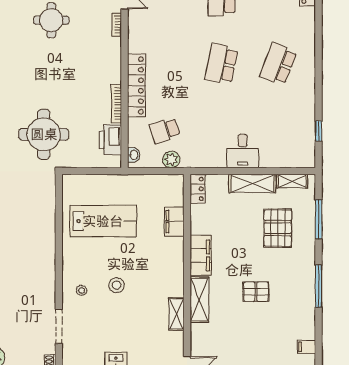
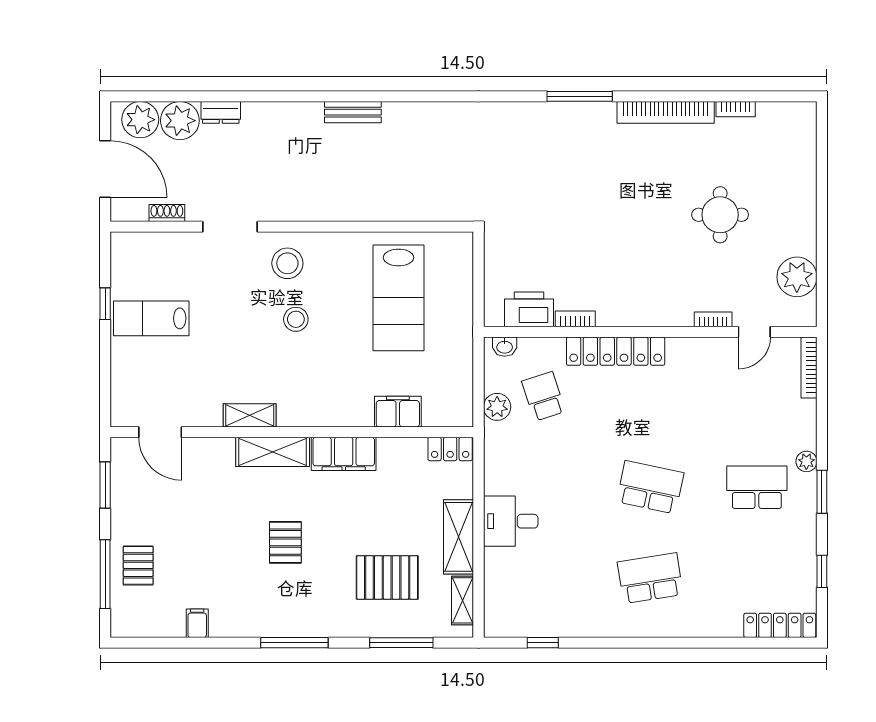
school desk: (278, 64) -> (650, 578), turned -30
bookcase: (116, 104) -> (575, 319), width x0.64
round table: (44, 134) -> (537, 203), removed
stool: (82, 290) -> (287, 263), width x1.89, depth x1.89

